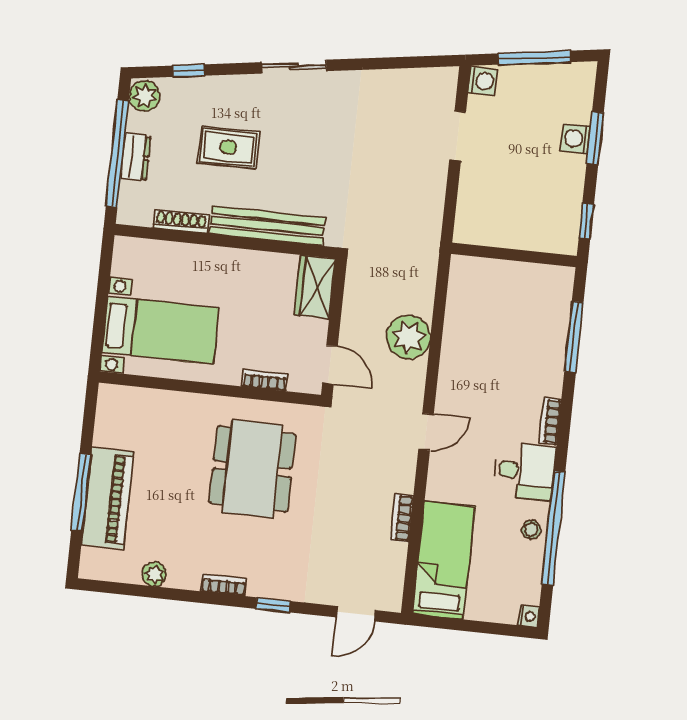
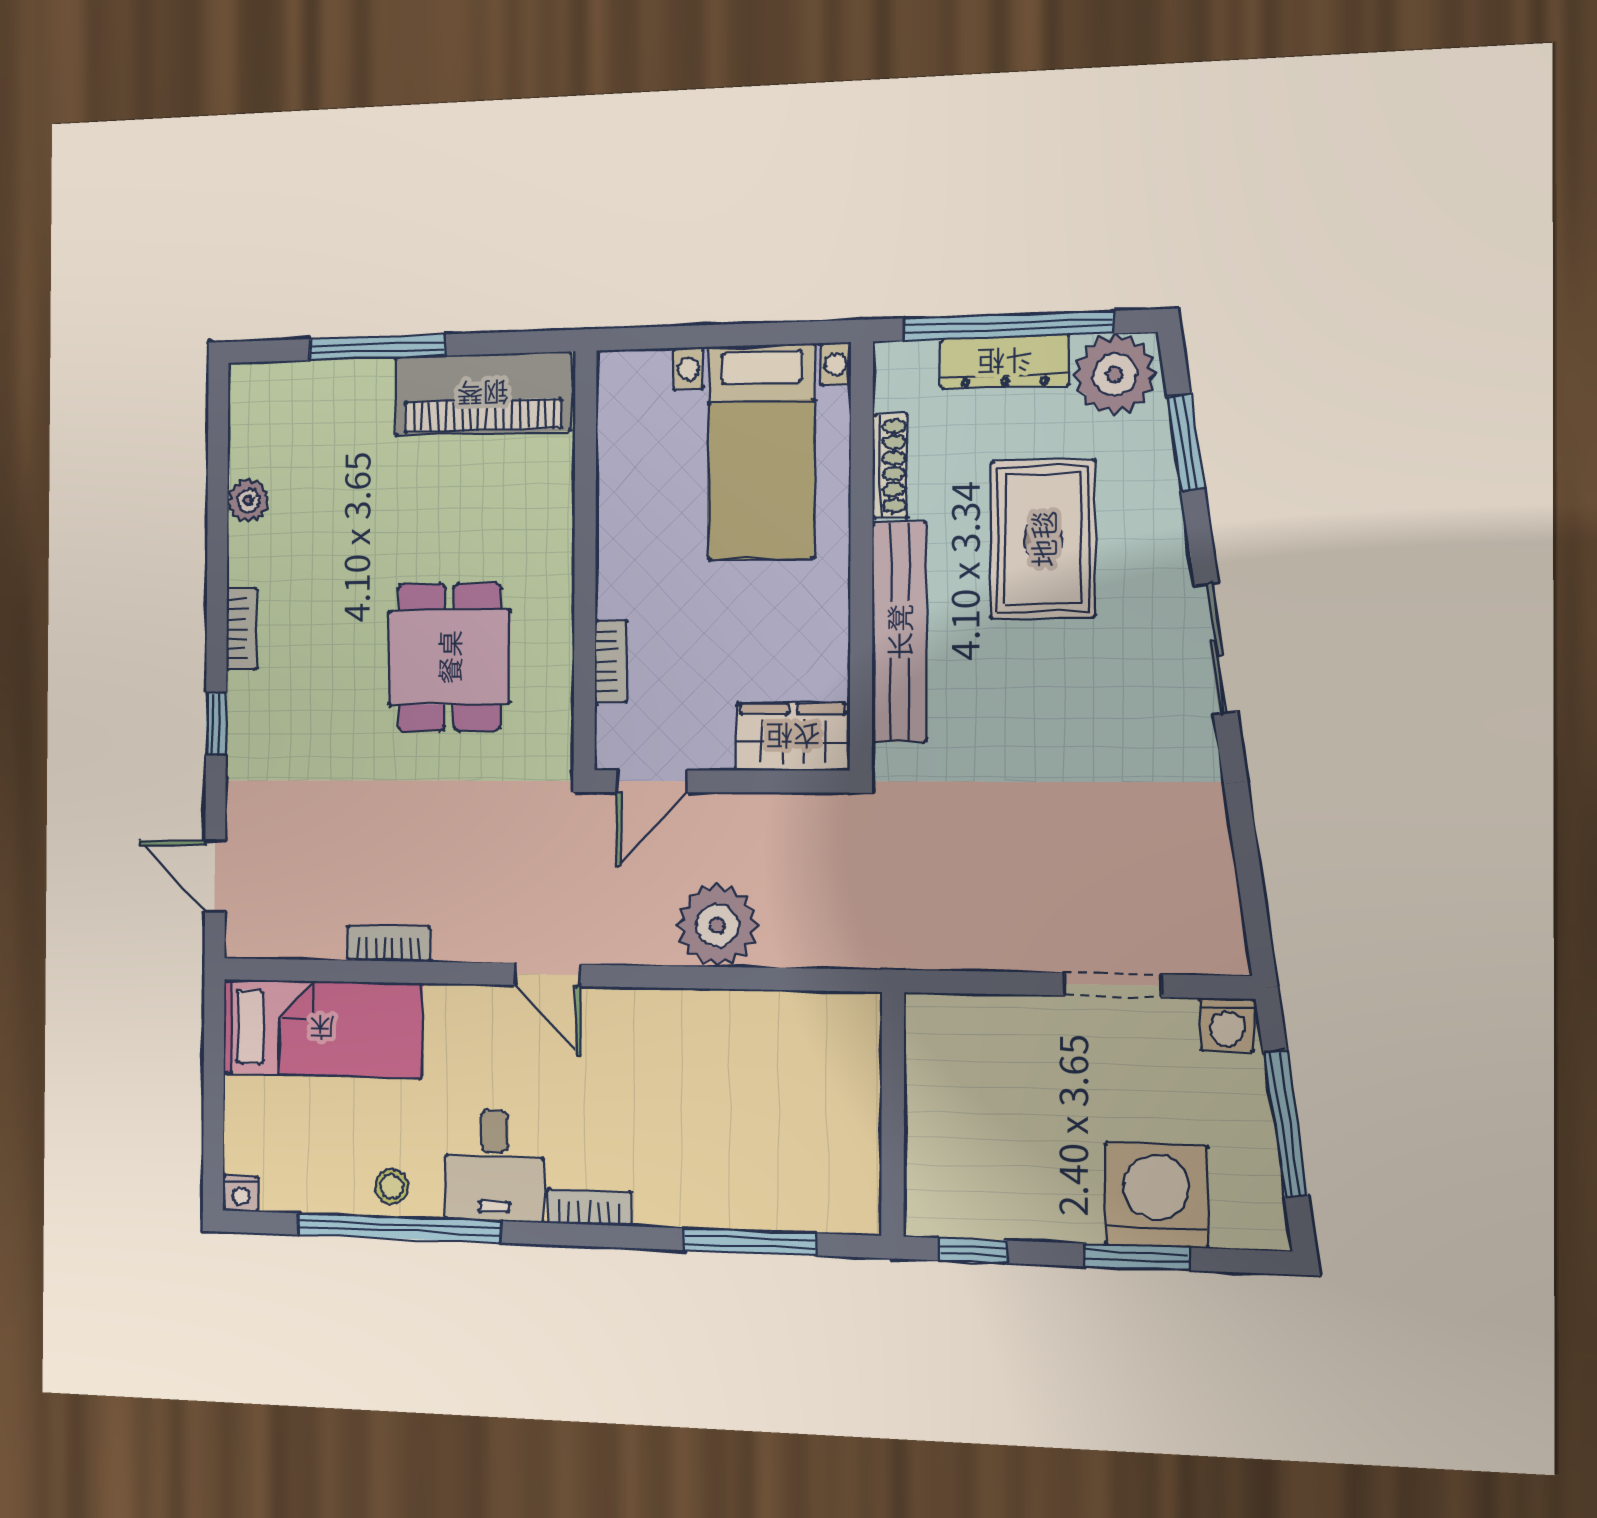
window: (189, 71) -> (1186, 442), width x1.50
plant: (145, 96) -> (1115, 374), width x1.36, depth x1.36
washing machine: (576, 139) -> (1156, 1195), width x1.89, depth x1.89
rug: (228, 147) -> (1043, 539), width x1.36, depth x1.43
dresser: (136, 157) -> (1005, 362), width x1.44
bed with nightstands: (161, 330) -> (762, 452), moved
dining table: (252, 469) -> (449, 657), width x0.73
piano: (108, 498) -> (483, 394), moved

